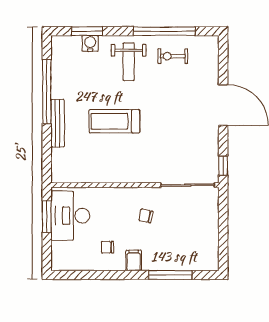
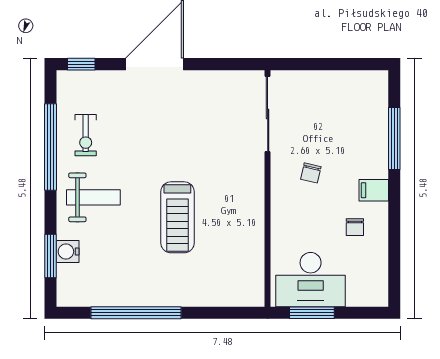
bench: (58, 123) -> (180, 297), removed
window: (223, 166) -> (81, 64), moved

